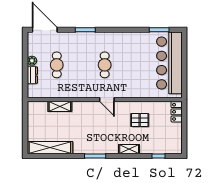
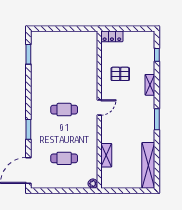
plant: (32, 61) -> (93, 184), moved
bar counter: (169, 63) -> (62, 44), removed
dresser: (32, 75) -> (74, 183), removed
pallet: (140, 120) -> (120, 74), turned 90

